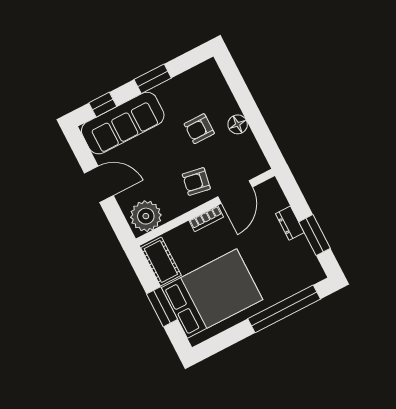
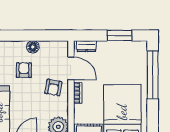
armchair: (199, 129) -> (24, 70), turned 180
dresser: (290, 223) -> (86, 46), moved

